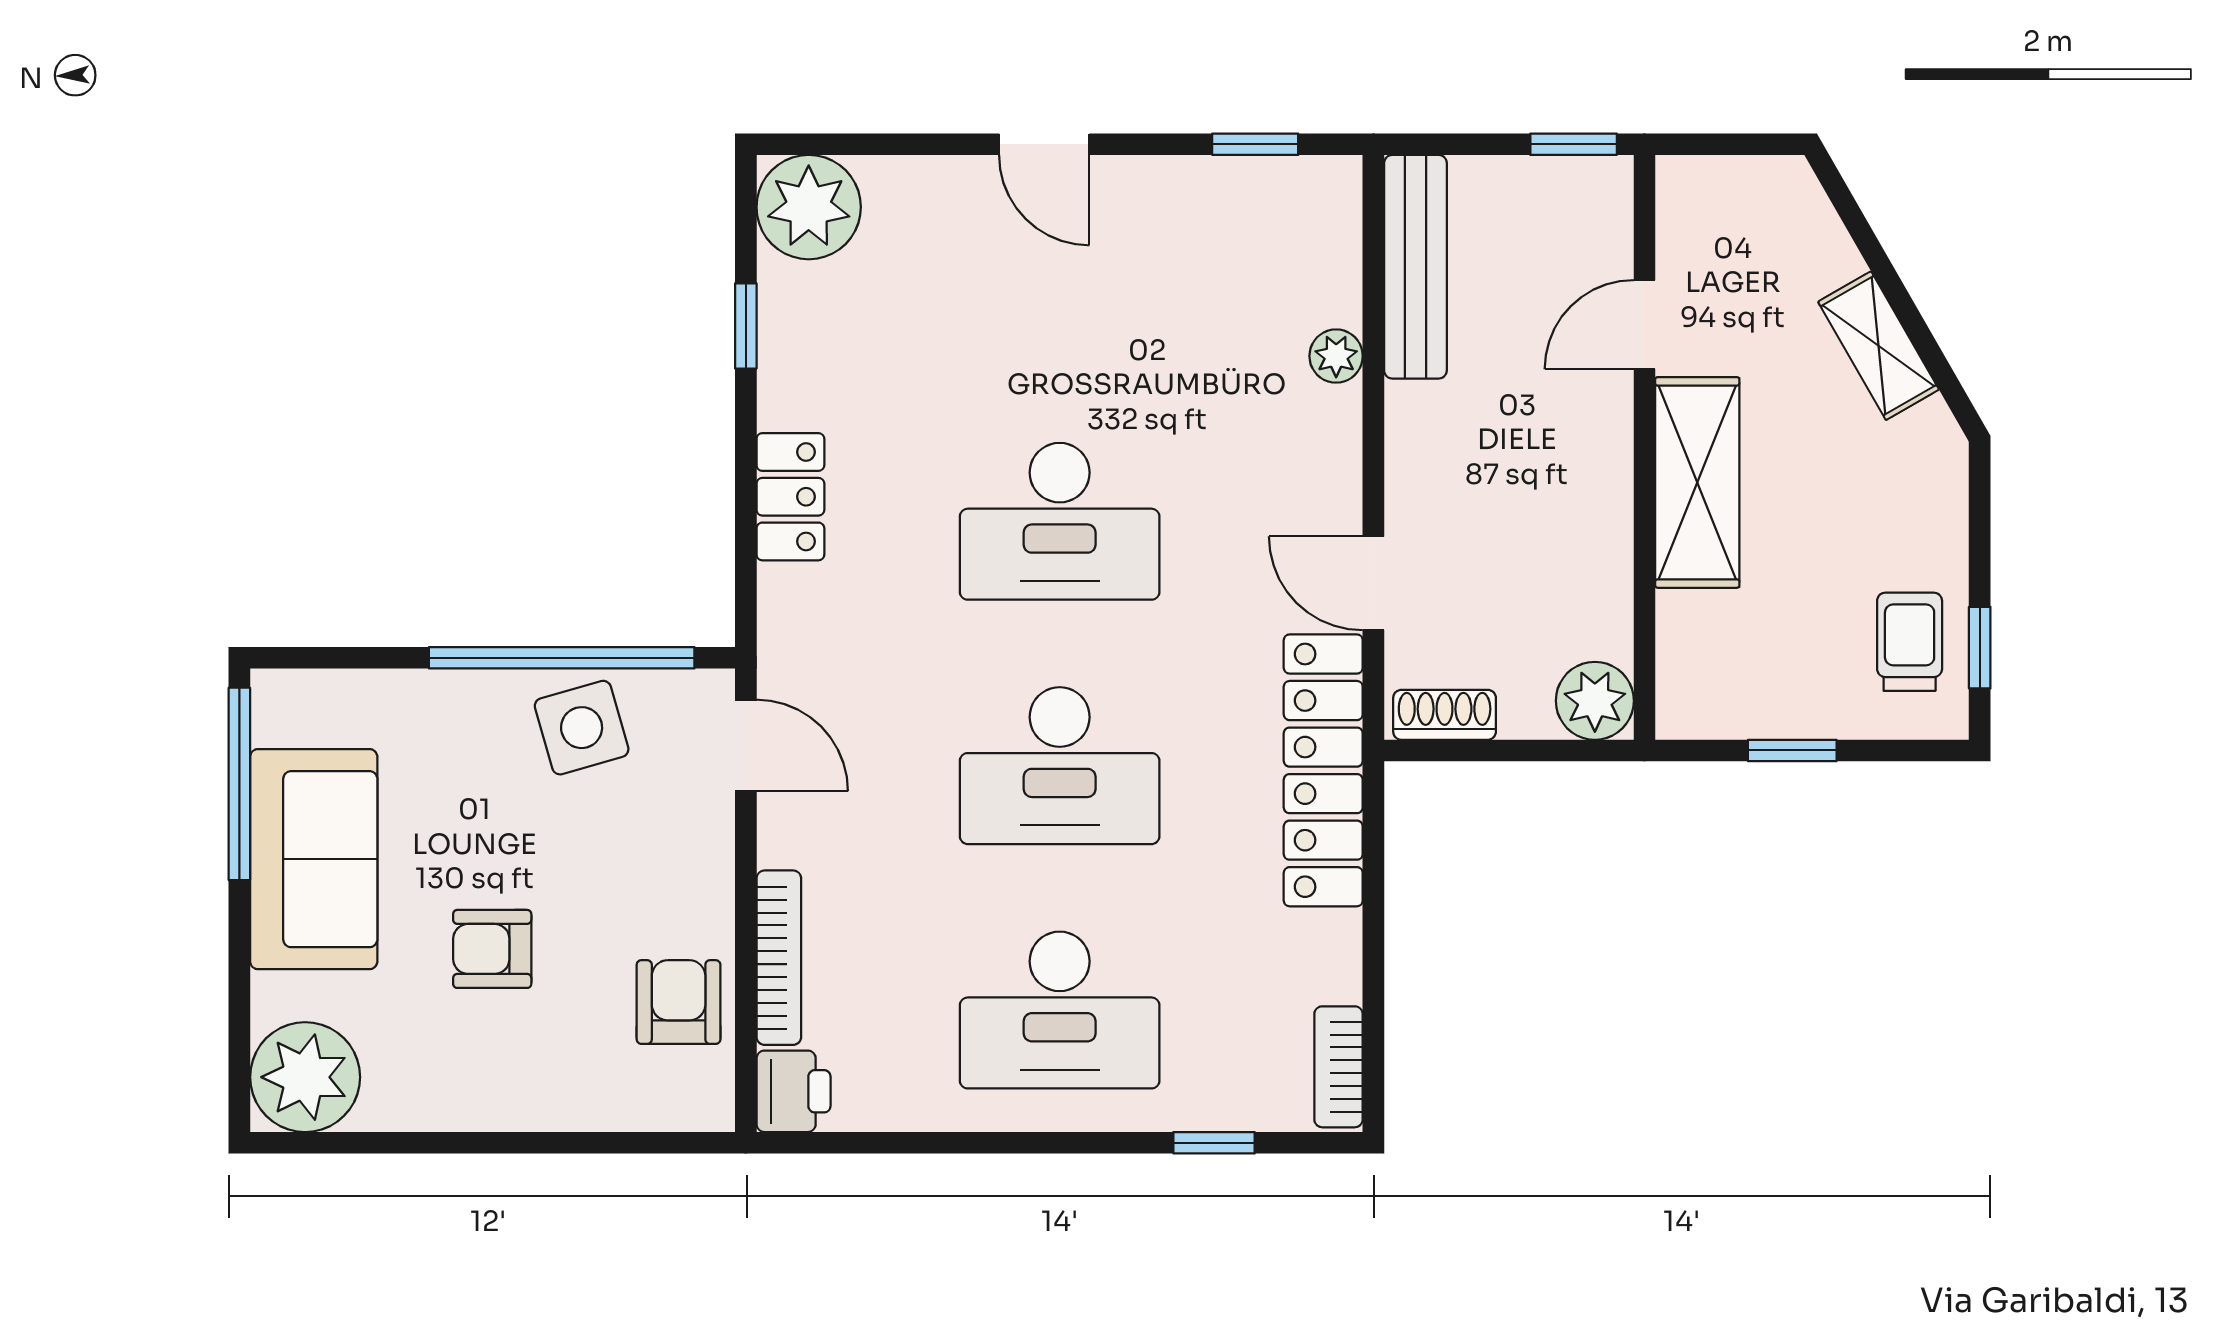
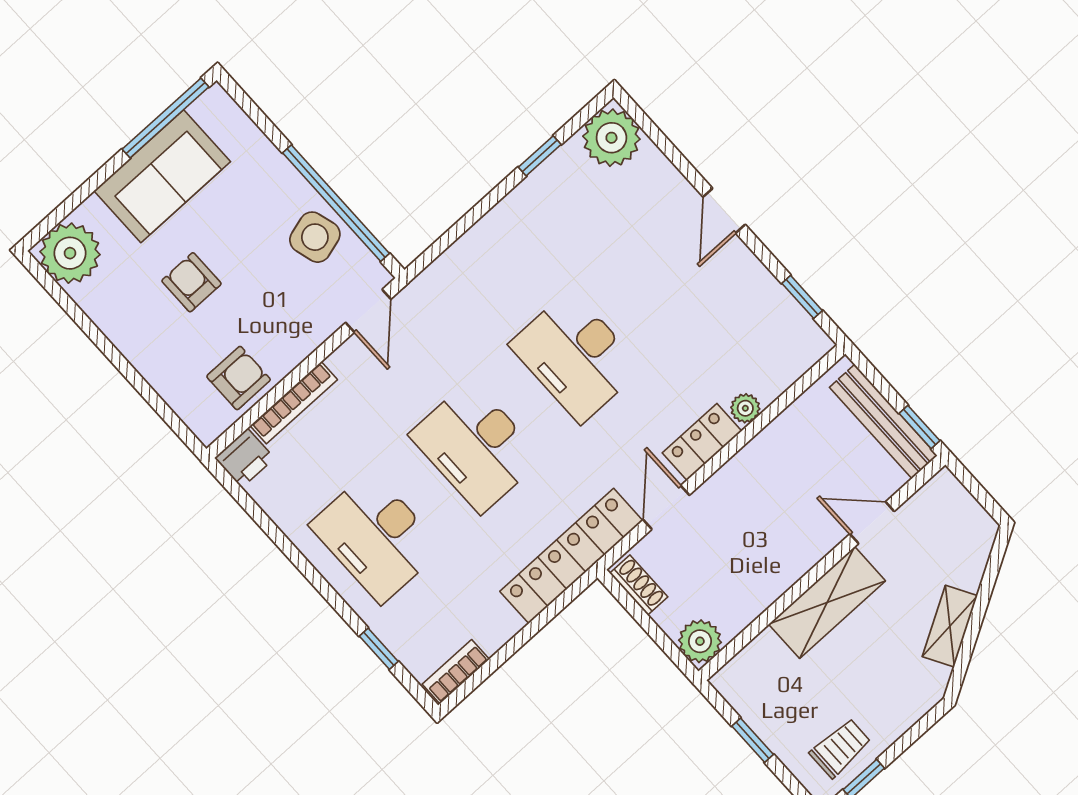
bench: (1415, 267) -> (883, 421), moved, turned 90
locker: (790, 497) -> (702, 442), moved, turned 180

